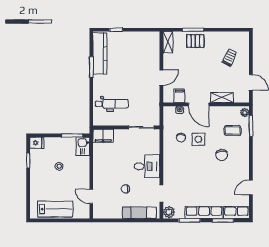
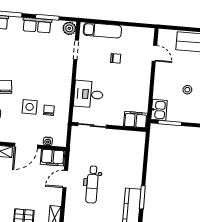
filing cabinet: (179, 96) -> (53, 158), width x2.00
dental chair: (112, 104) -> (92, 185), moved, turned -90
door: (199, 104) -> (26, 146), swing flipped
desk: (147, 166) -> (88, 94), moved
row of seats: (204, 213) -> (37, 25), width x0.68

